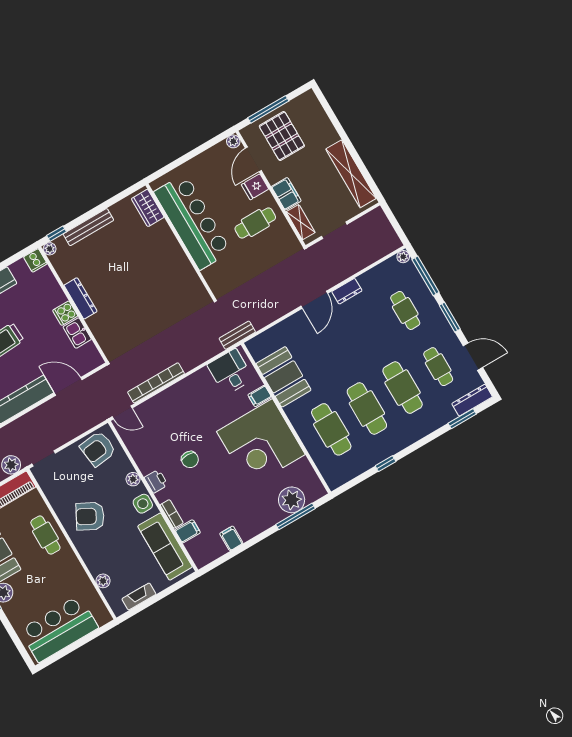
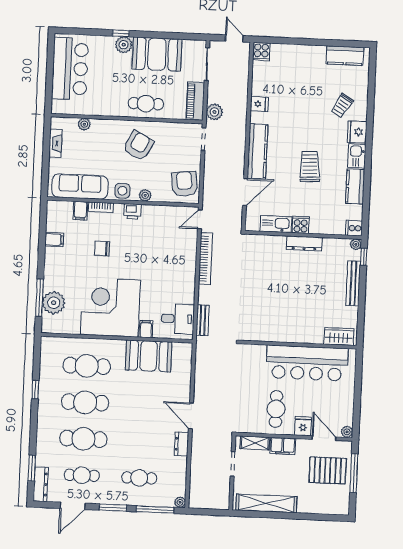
kitchen sink: (77, 333) -> (276, 224), width x1.38
bench: (237, 335) -> (203, 320), moved
chair: (190, 460) -> (102, 248), moved

